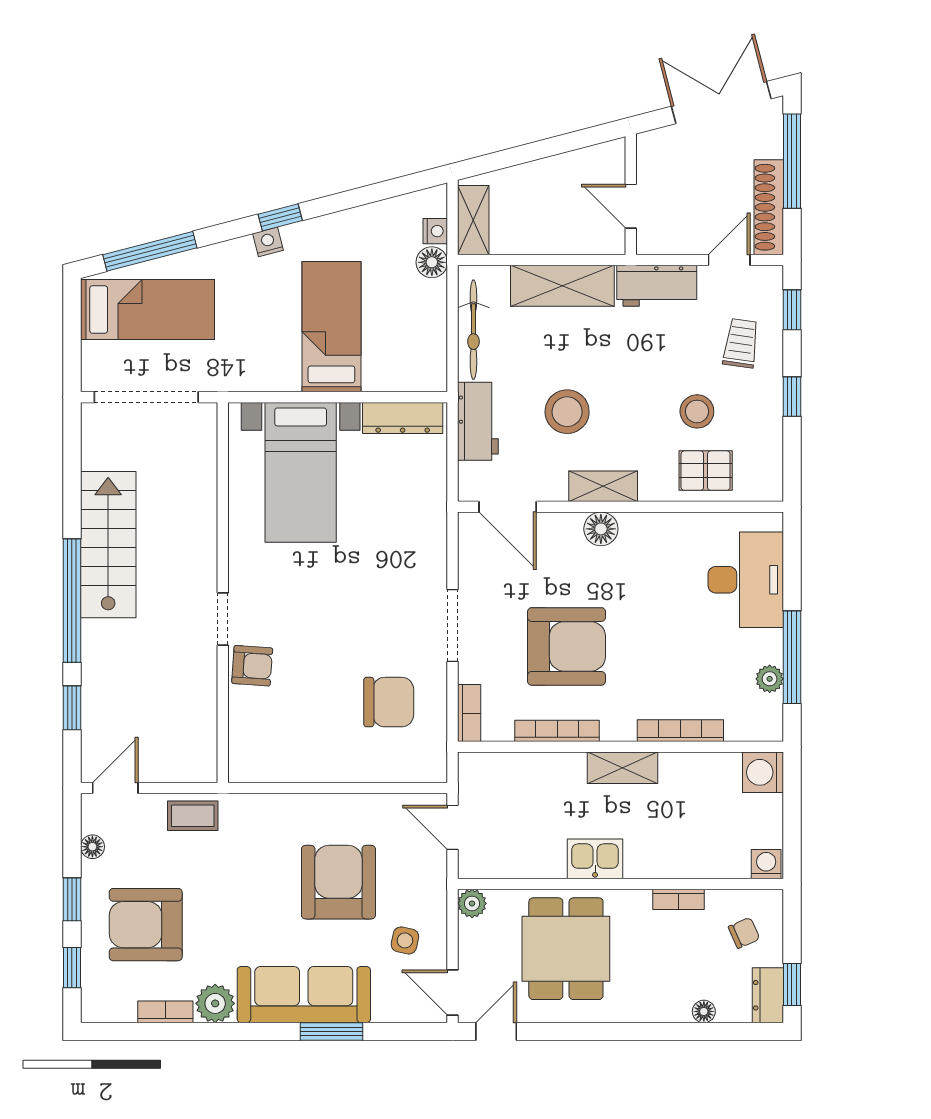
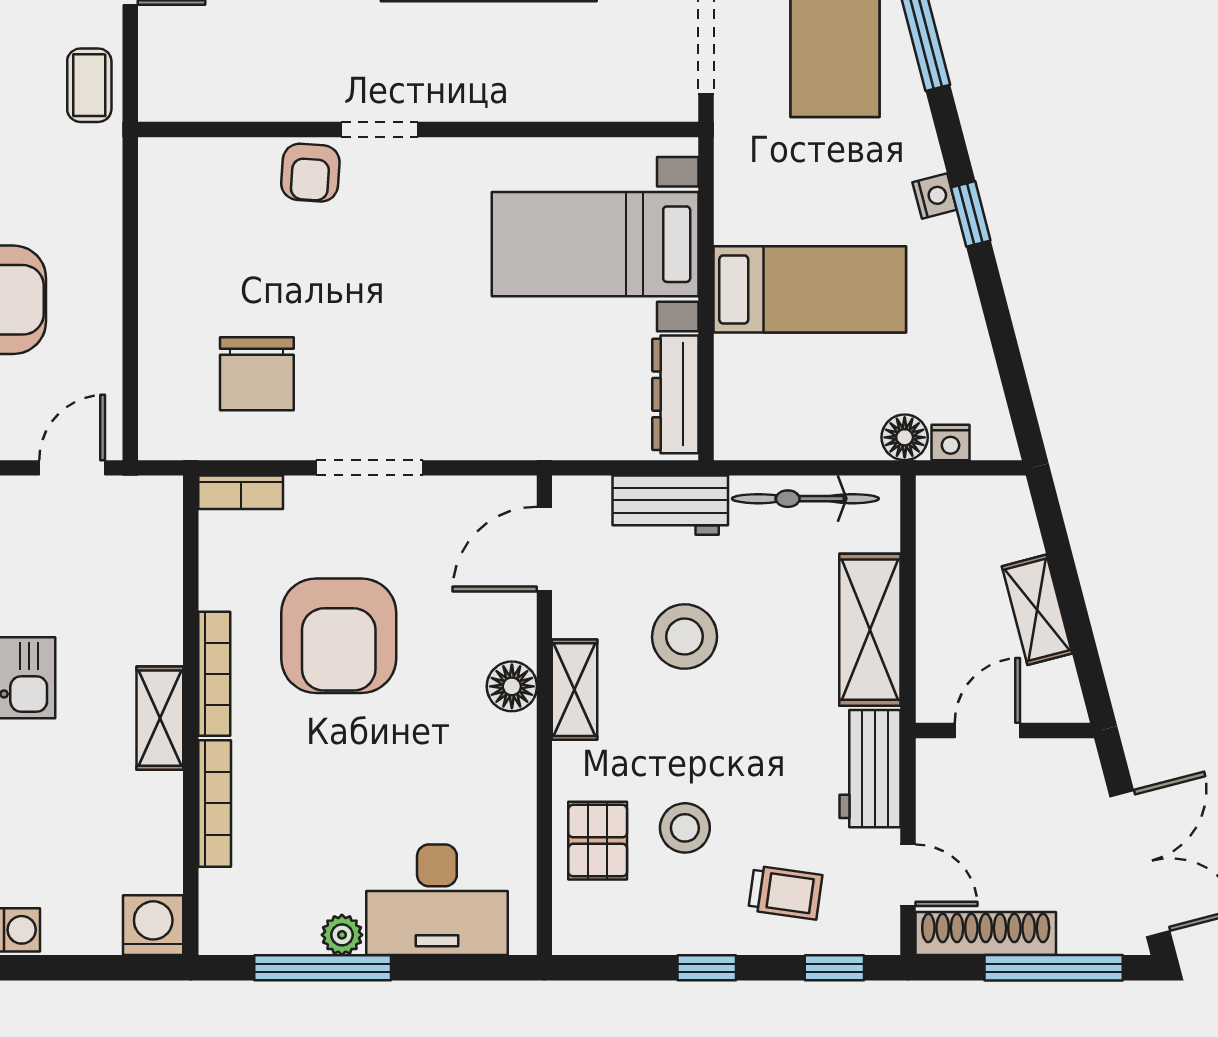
shelving: (473, 220) -> (1037, 610), moved, turned 75
plant: (770, 679) -> (342, 935), moved
bookcase: (557, 731) -> (214, 674), moved

